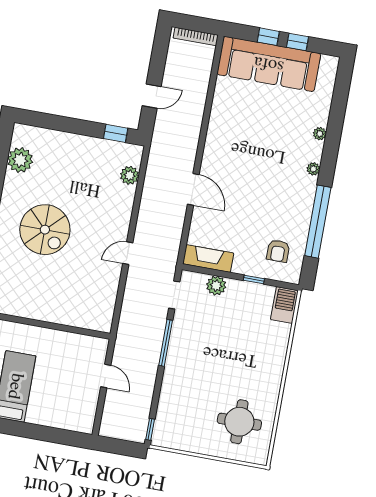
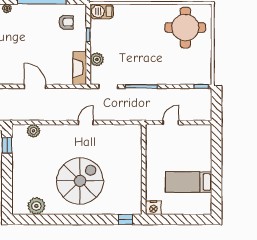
door: (193, 189) -> (35, 86), hinge flipped
spiral stairs: (45, 230) -> (80, 181), width x1.37, depth x1.37
door: (128, 253) -> (86, 123), swing flipped
round table: (239, 422) -> (185, 28), width x1.36, depth x1.36

